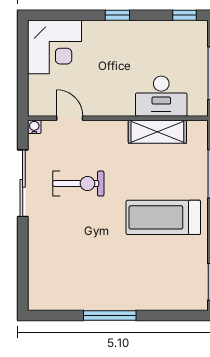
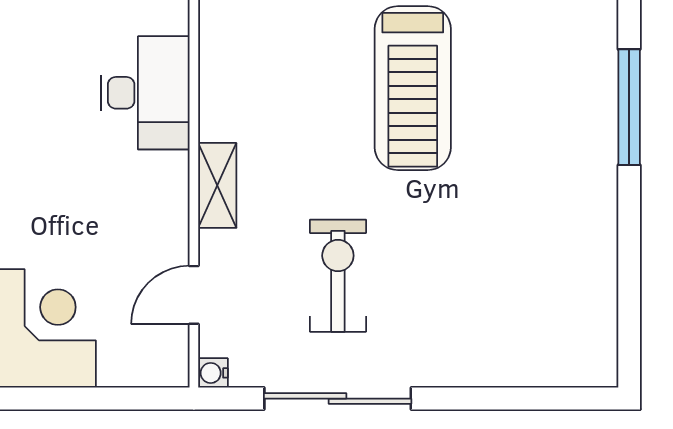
shelving: (157, 132) -> (217, 185), moved, width x0.67, depth x0.75
window: (110, 315) -> (629, 107), moved

